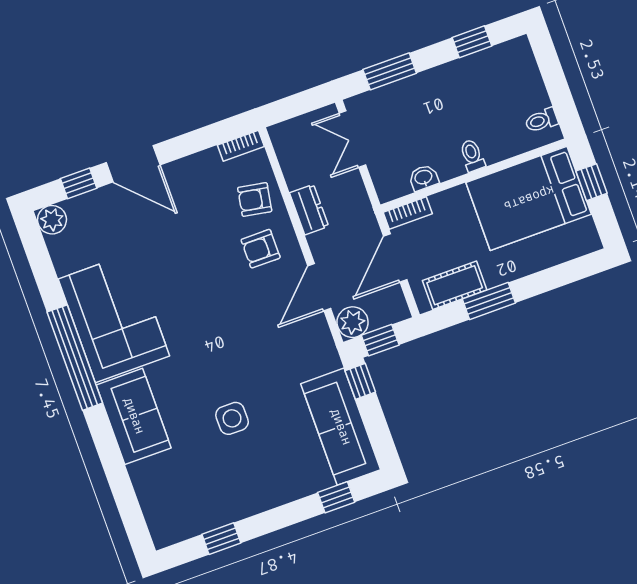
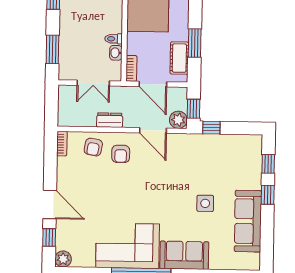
double door: (352, 139) -> (93, 83), moved
toilet: (472, 155) -> (114, 39), moved
door: (133, 164) -> (50, 205), hinge flipped
sofa: (341, 427) -> (248, 221), moved, turned 90
window: (221, 539) -> (268, 195), moved

